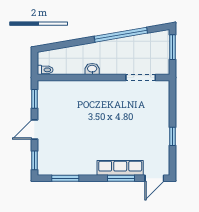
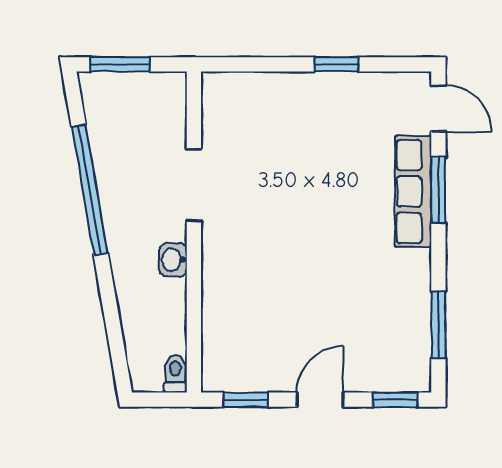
doorway: (141, 78) -> (194, 185), moved
door: (34, 130) -> (320, 400), swing flipped

